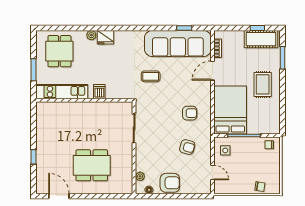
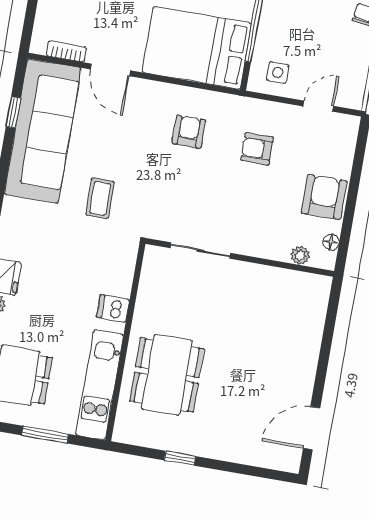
armchair: (187, 147) -> (257, 149), turned -105
window: (34, 157) -> (180, 458), moved
dining table: (92, 165) -> (167, 375), moved

